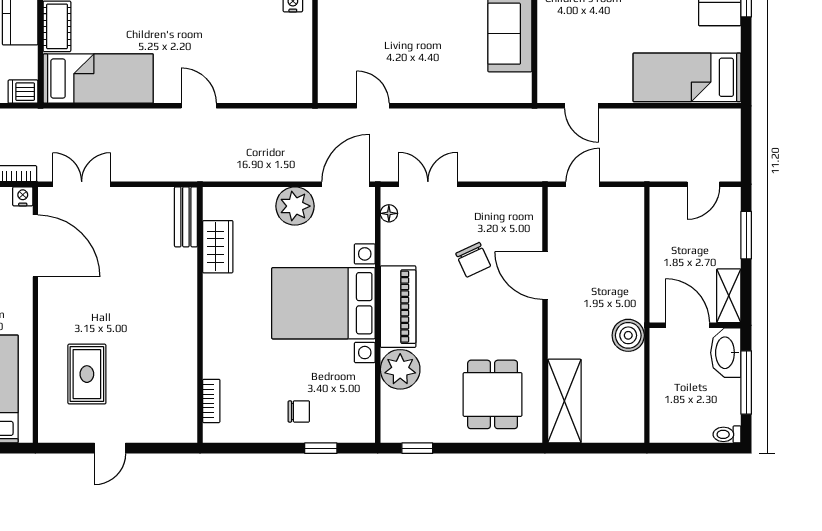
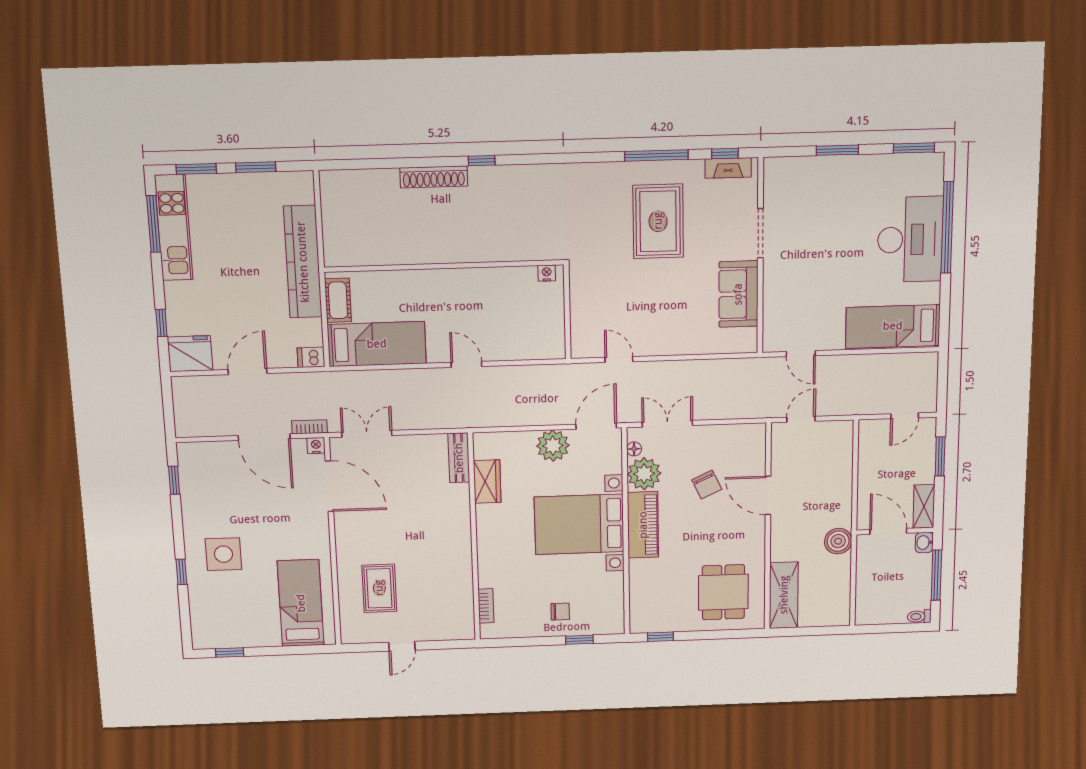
washbasin: (726, 353) -> (924, 542), width x0.52, depth x0.69
plant: (400, 369) -> (644, 474), moved

